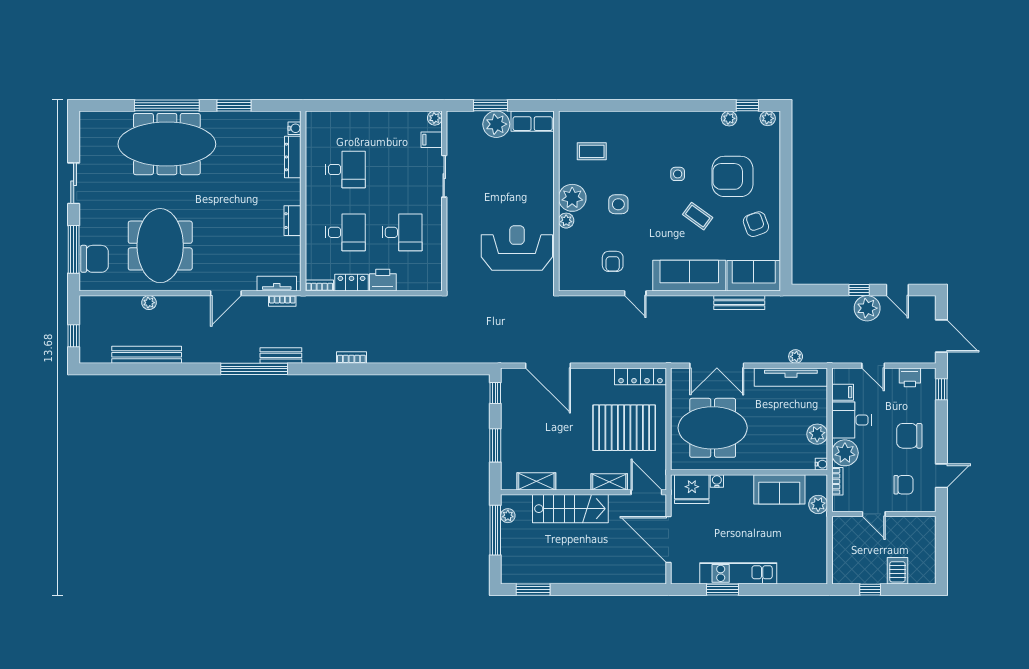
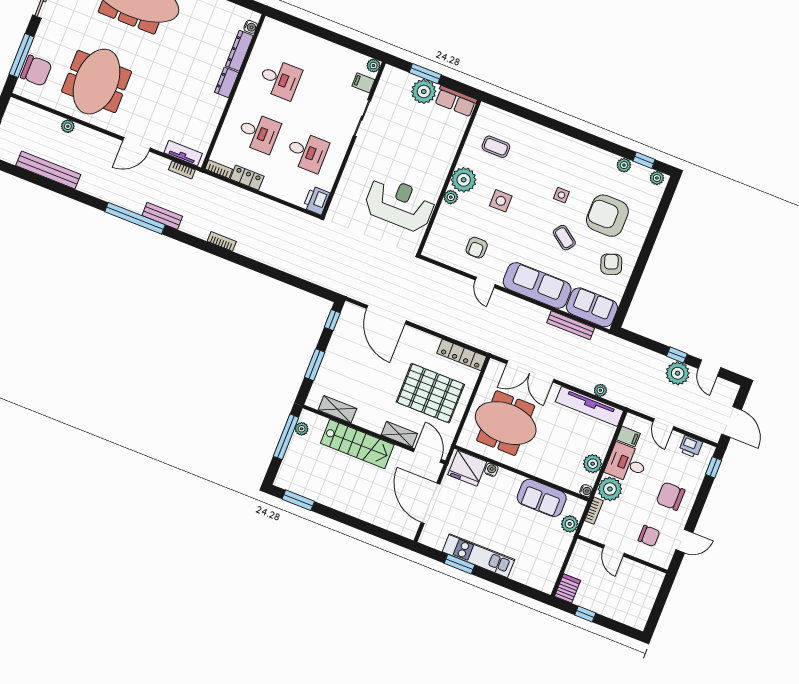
dresser: (293, 221) -> (227, 82), moved
printer: (383, 280) -> (316, 200), moved, turned -90
server rack: (897, 571) -> (568, 588), moved

